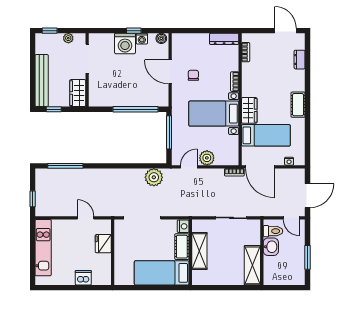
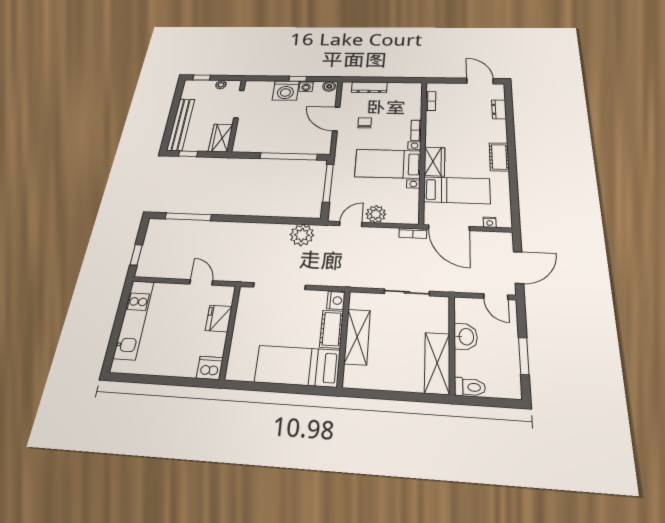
dresser: (224, 39) -> (369, 87), moved
toilet: (273, 231) -> (470, 387), moved
dishwasher: (83, 278) -> (210, 368), moved

